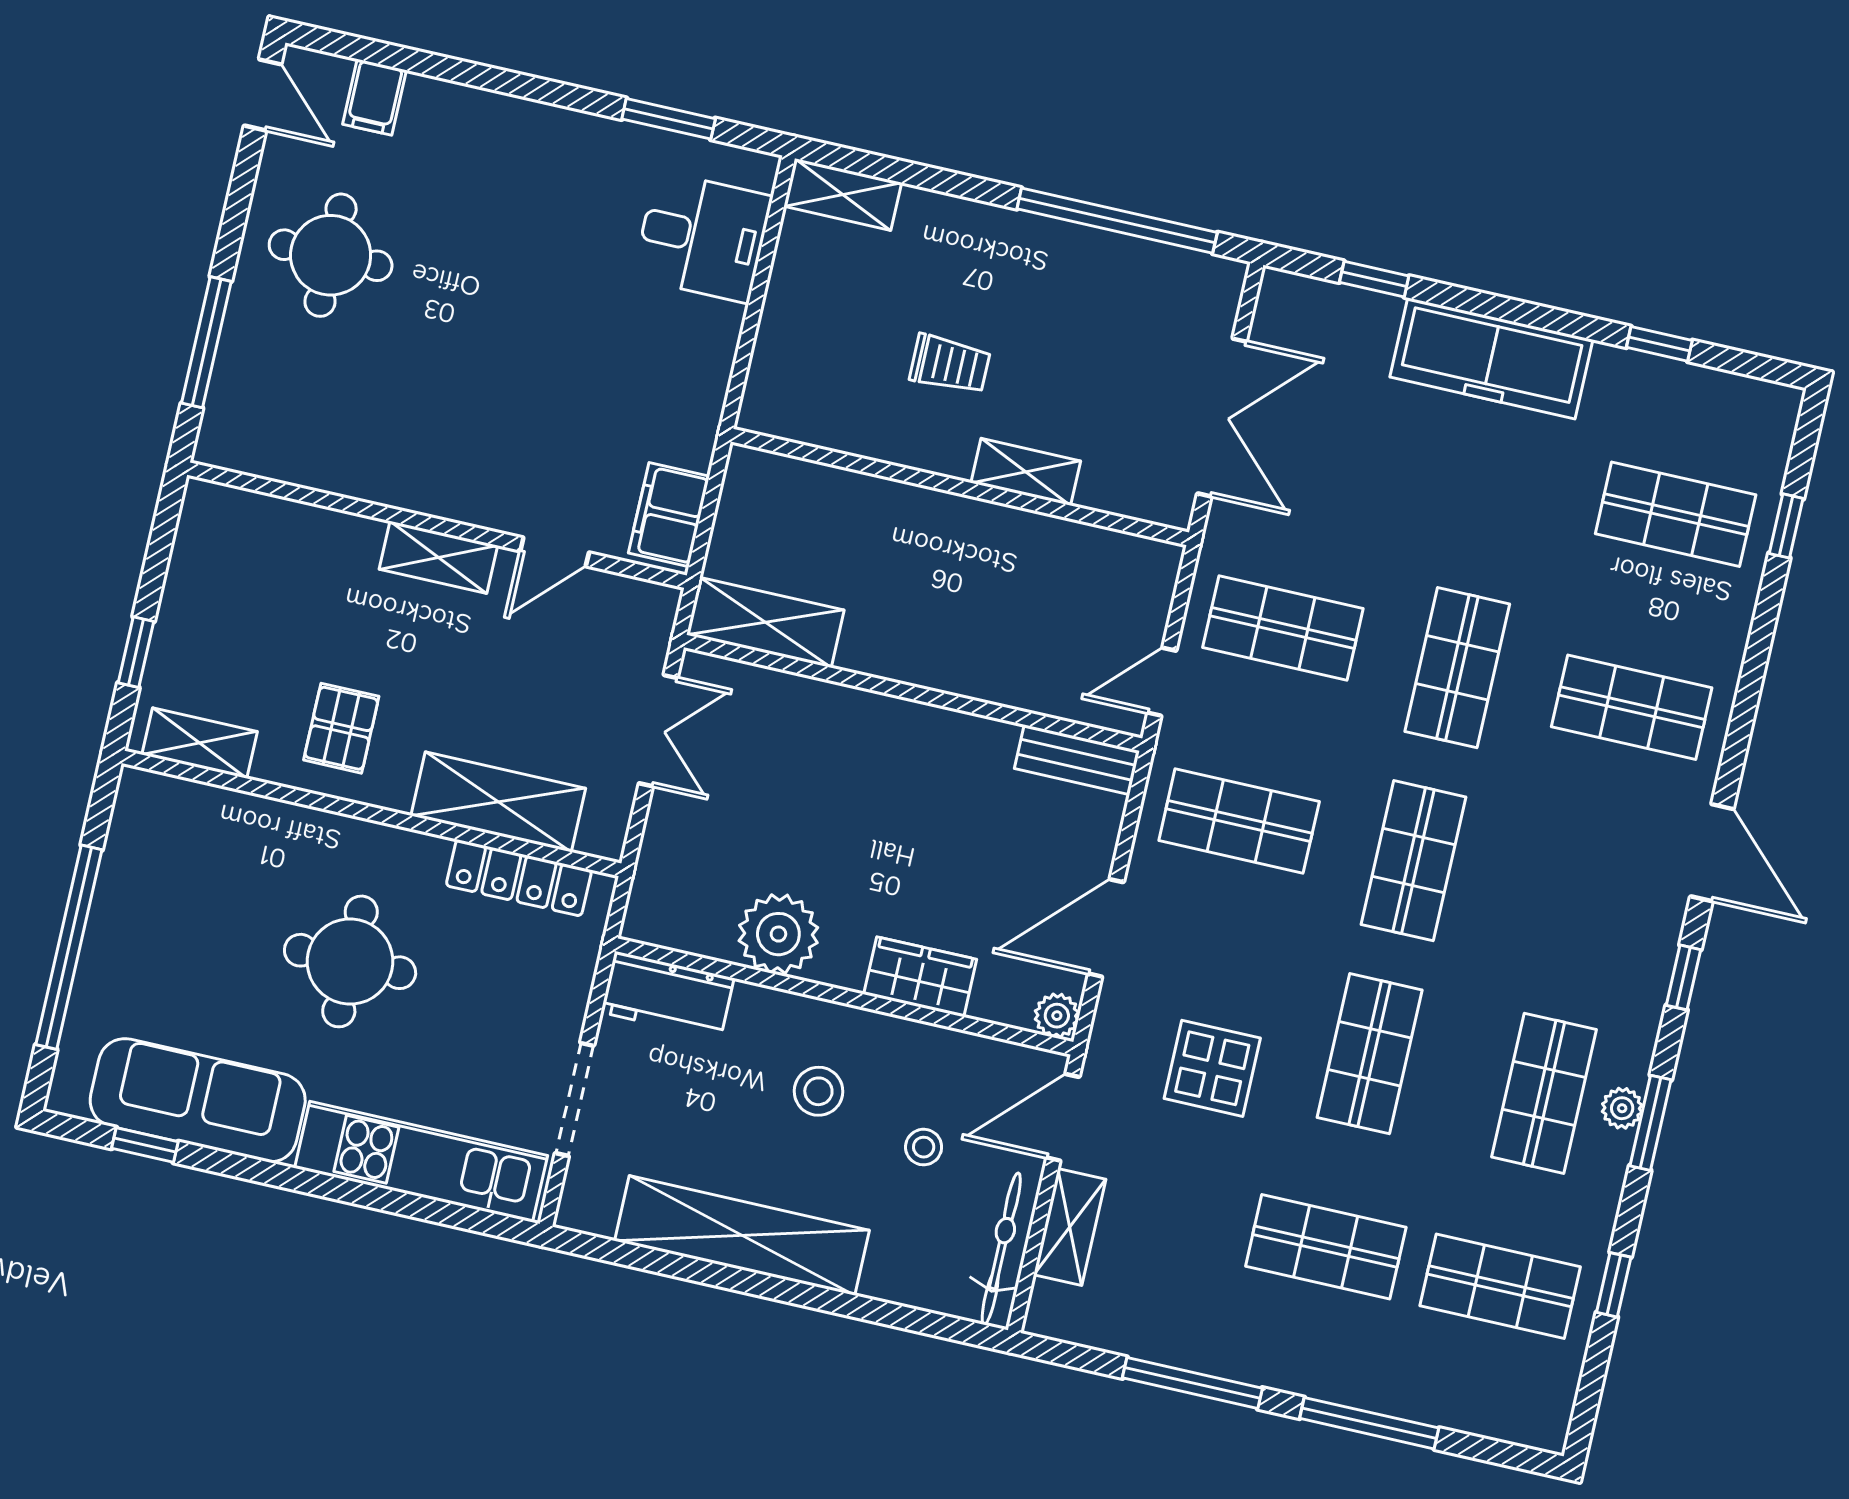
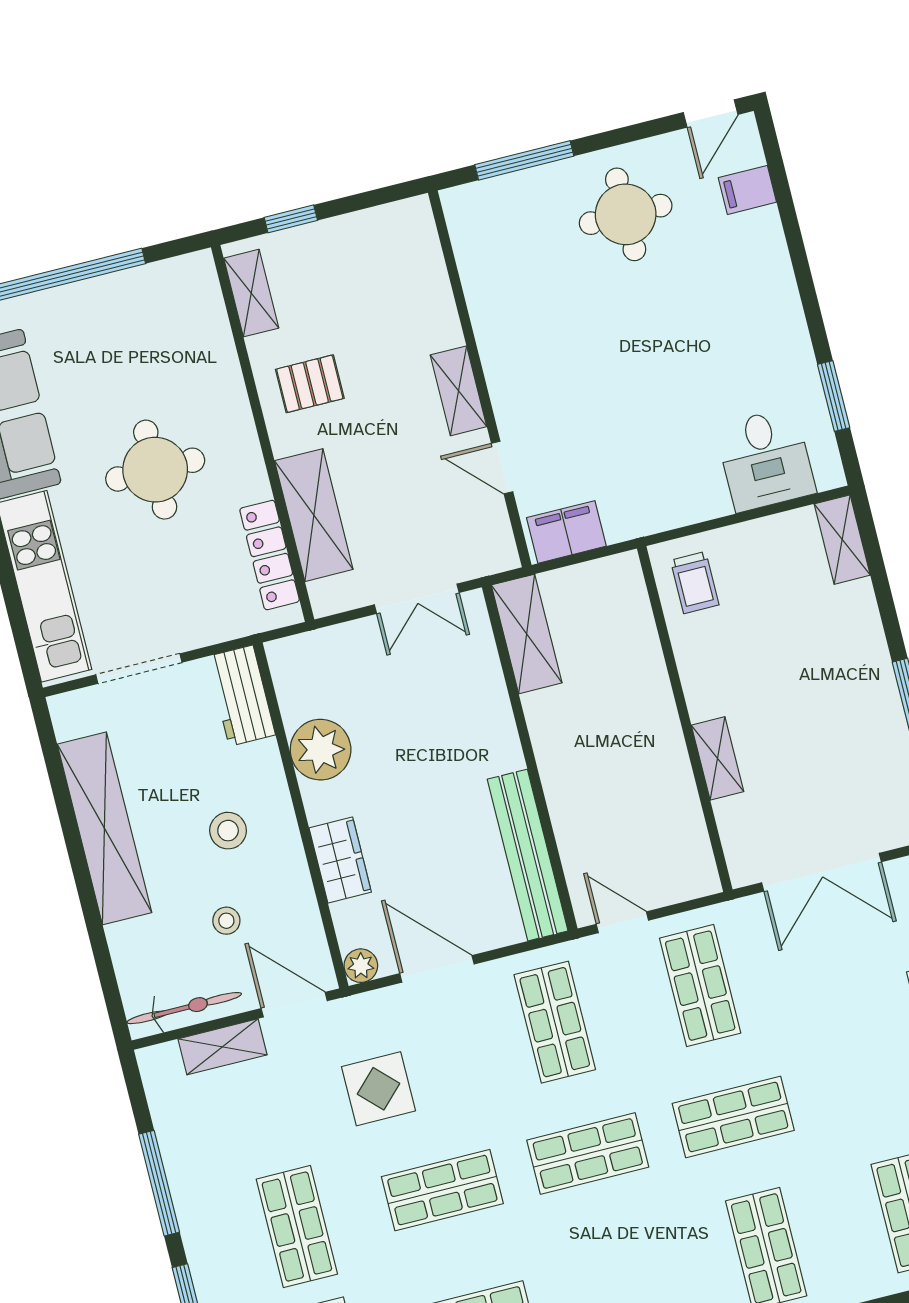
trolley: (950, 364) -> (695, 583), moved
bench: (1077, 760) -> (528, 855), width x1.86, depth x1.21

